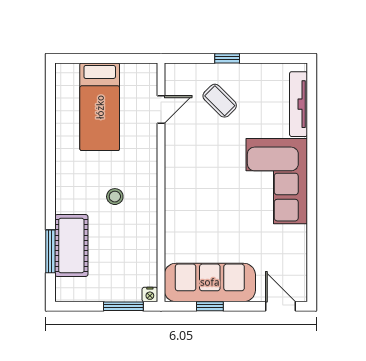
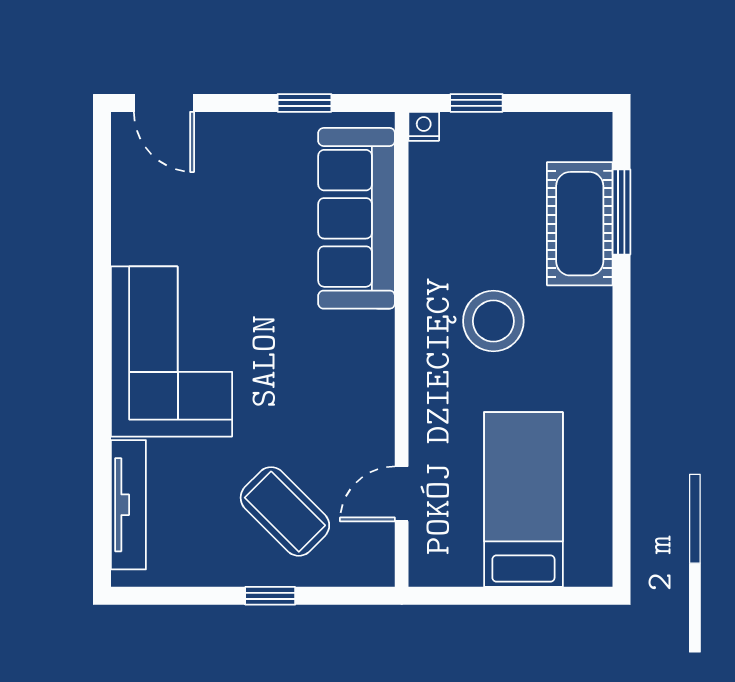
coffee table: (220, 101) -> (285, 511), width x1.36, depth x1.30
stool: (115, 197) -> (493, 321), width x1.89, depth x1.89
sofa: (210, 282) -> (357, 218), moved, turned 90
window: (123, 306) -> (476, 103), width x0.67

